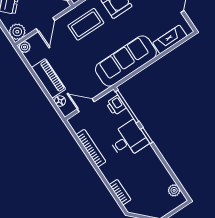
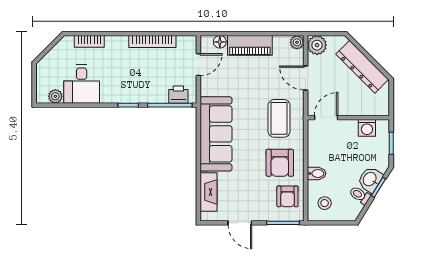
desk: (128, 140) -> (82, 84), moved

